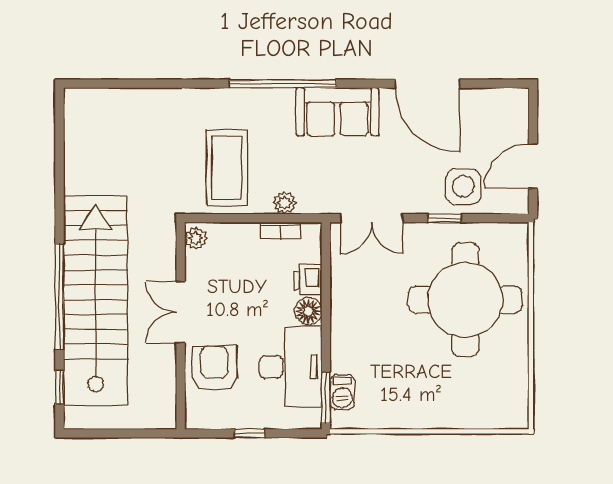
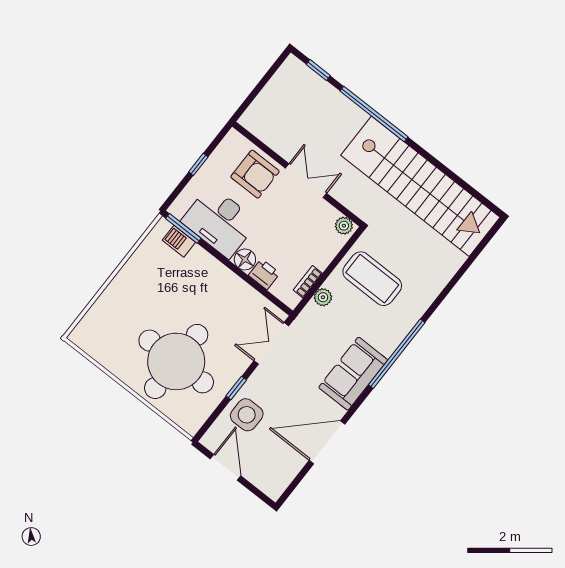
stairs: (96, 300) -> (420, 186), moved

